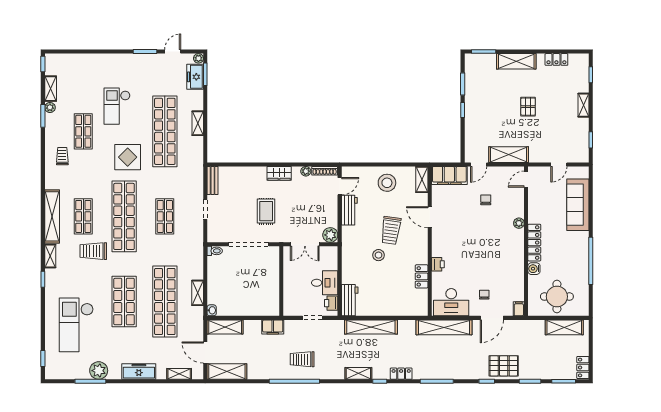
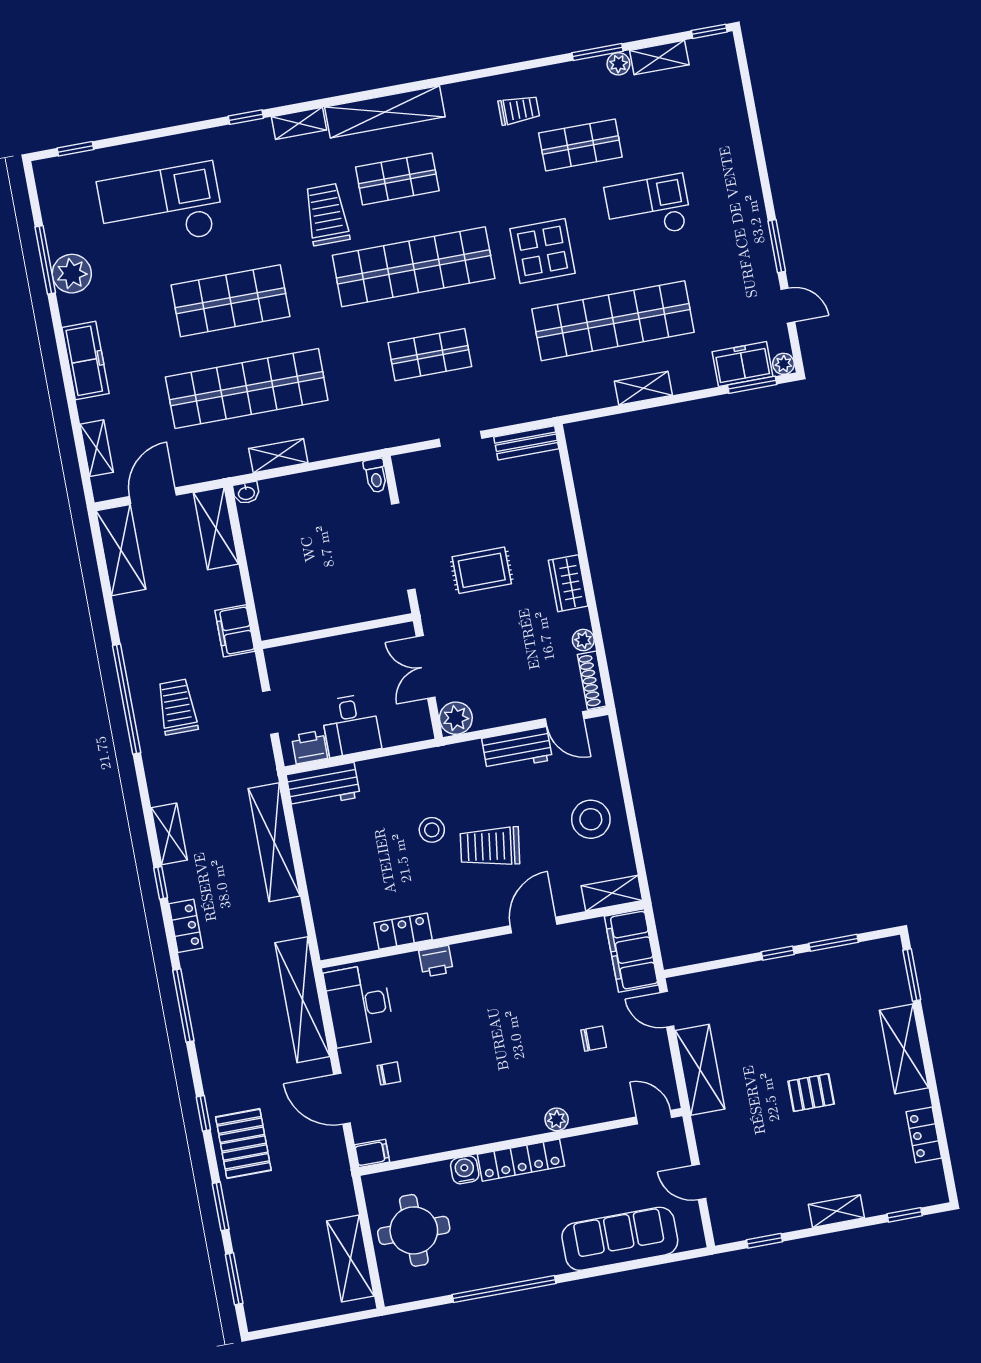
locker: (583, 368) -> (271, 1315), removed

